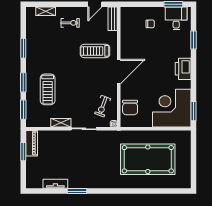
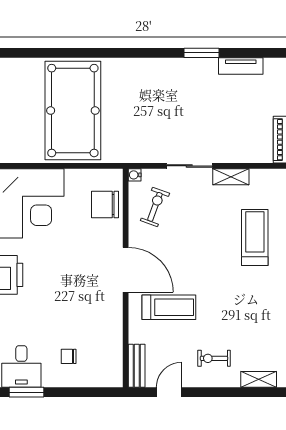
door: (119, 72) -> (126, 270), swing flipped
chair: (130, 107) -> (105, 205), turned -90
pool table: (148, 159) -> (73, 111), turned 90

